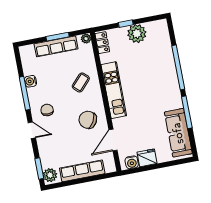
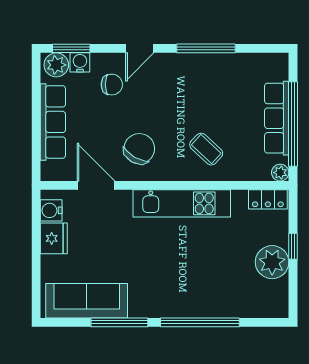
window: (58, 37) -> (293, 124), width x2.11
water cooler: (31, 81) -> (80, 62), moved
chair: (47, 110) -> (112, 85), moved

